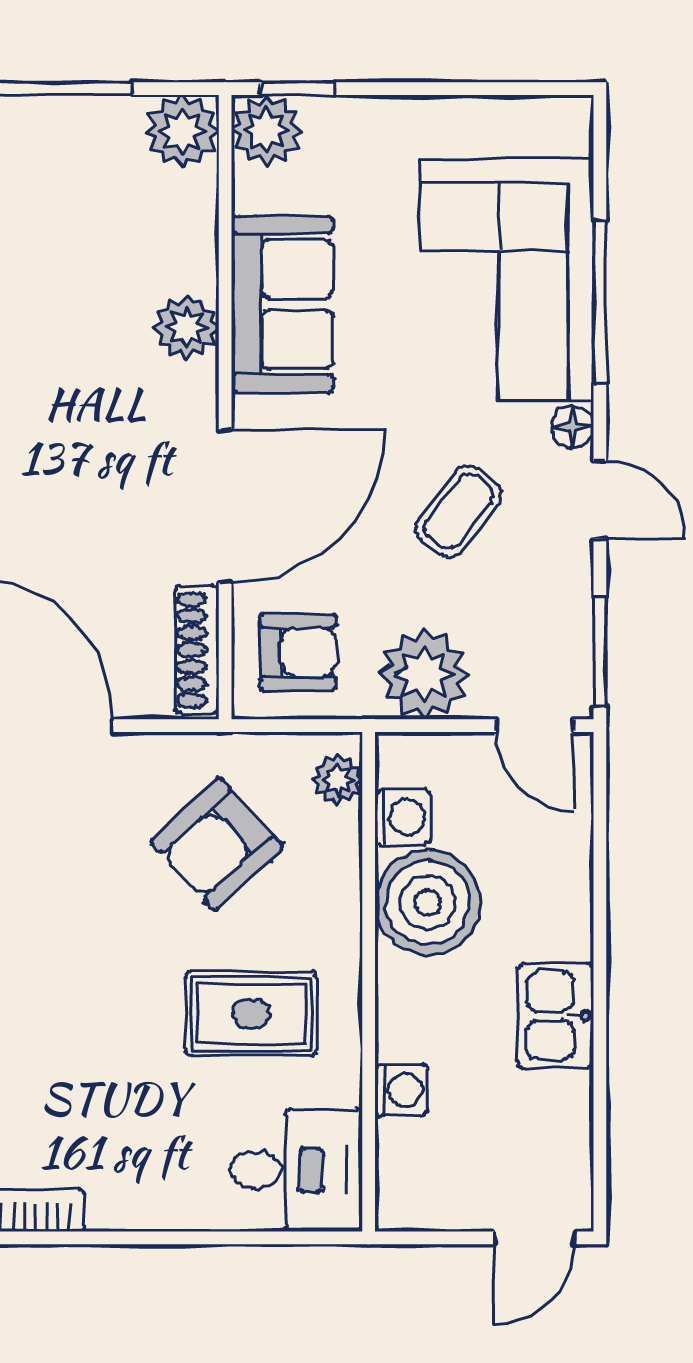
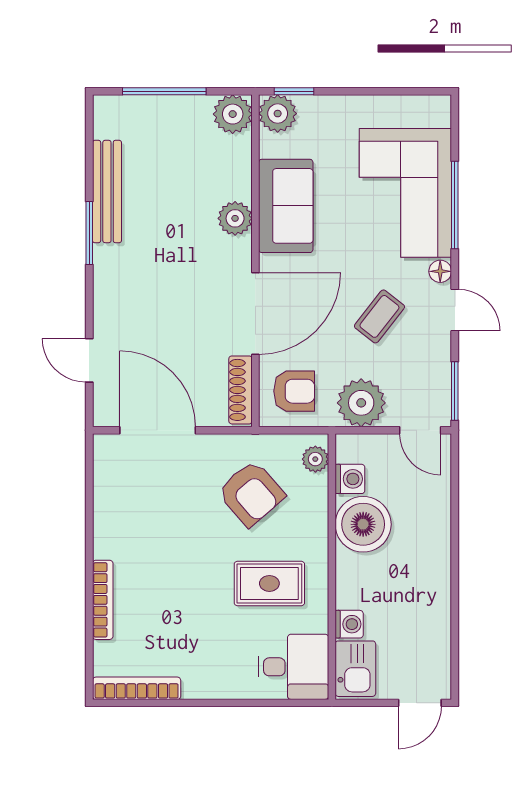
armchair: (217, 844) -> (251, 493), turned -88
kitchen sink: (556, 1016) -> (355, 669), moved, turned 180

